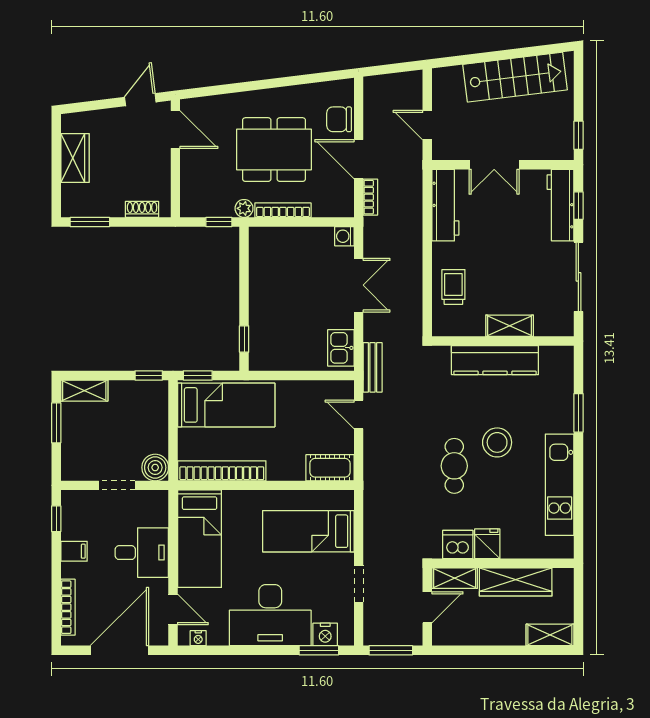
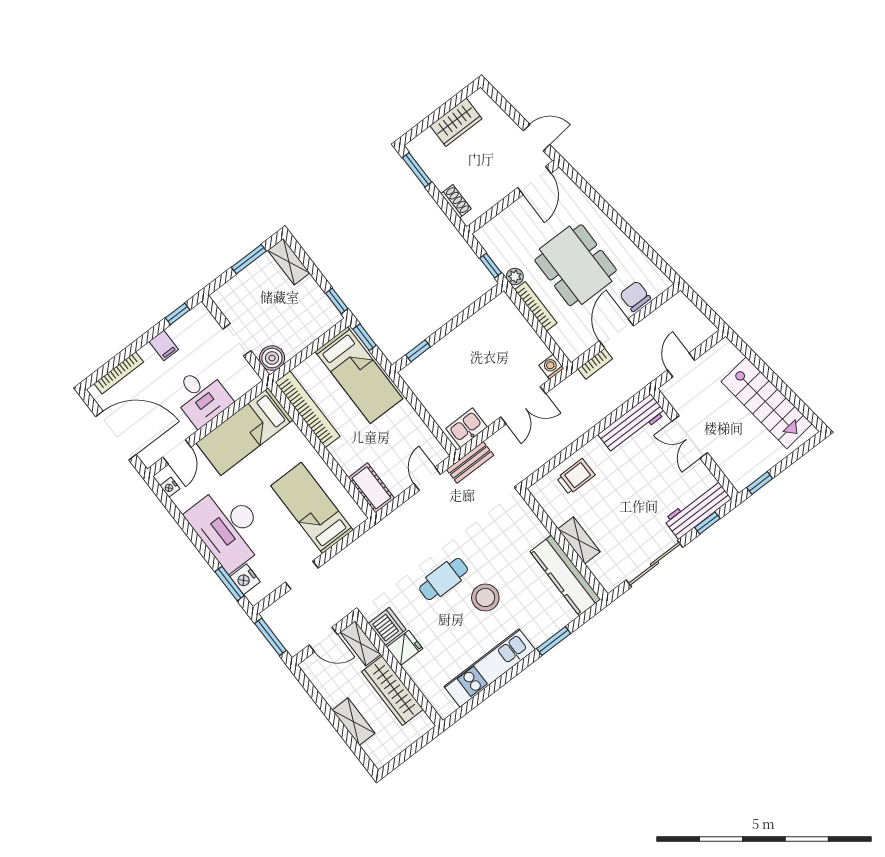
kitchen counter: (495, 360) -> (565, 575), moved
shelving: (550, 635) -> (354, 722), moved

